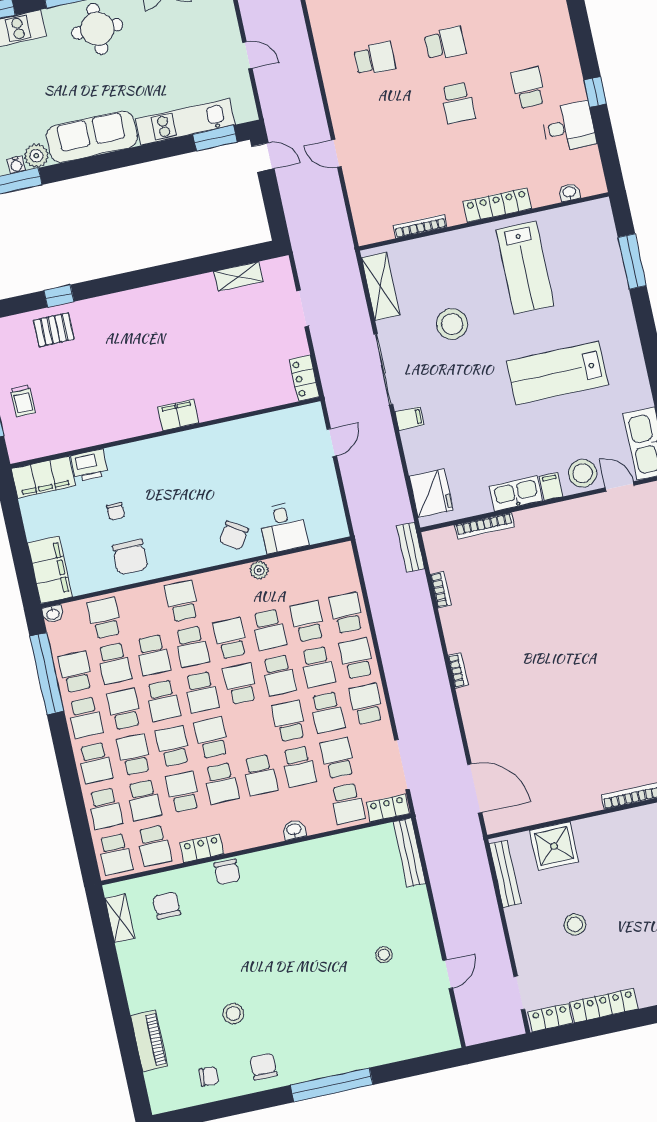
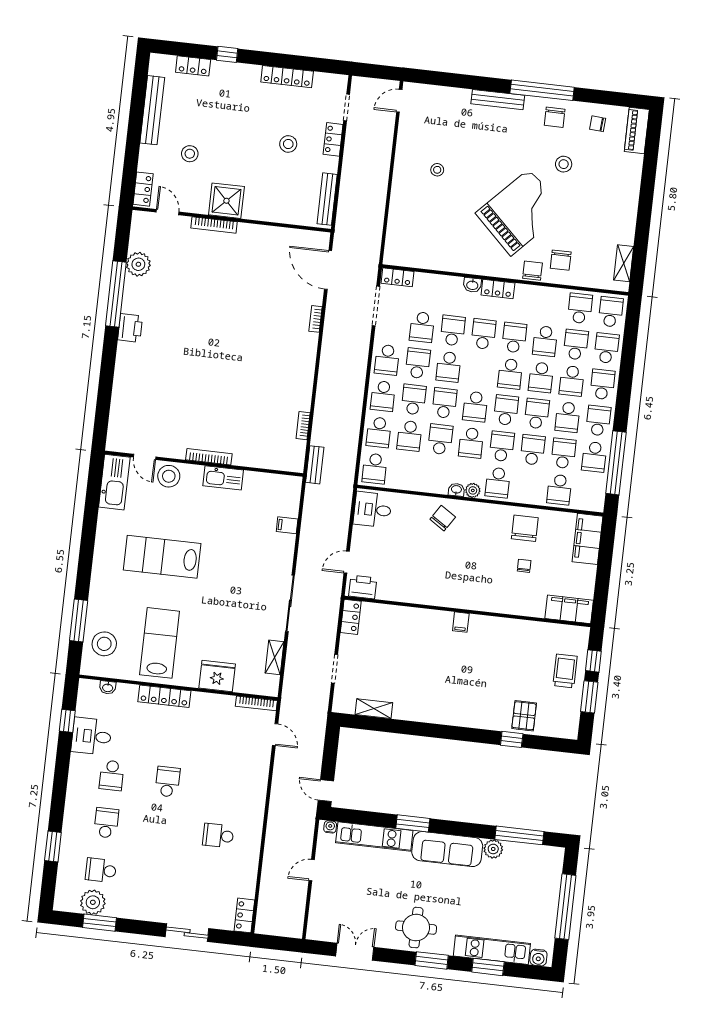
school desk: (445, 43) -> (106, 823), moved, turned 90
door: (247, 55) -> (312, 870), hinge flipped
window: (595, 92) -> (67, 721), moved
window: (215, 138) -> (413, 823), moved
door: (336, 153) -> (275, 735), moved
water cooler: (16, 165) -> (330, 827), moved
bookcase: (420, 226) -> (256, 703), moved
shelving: (381, 286) -> (275, 657), width x0.67, depth x0.75
stool: (452, 324) -> (104, 644), moved
pallet: (54, 330) -> (524, 716), turned 90
lab bench: (557, 373) -> (162, 557), turned 180
trolley: (23, 401) -> (565, 671), width x1.36, depth x1.39
filing cabinet: (178, 415) -> (461, 622), width x0.50
filing cabinet: (409, 419) -> (287, 525), moved
printer: (90, 465) -> (363, 587), moved
filing cabinet: (551, 487) -> (195, 474), removed
fridge: (431, 493) -> (217, 676), moved, turned 90
bookcase: (484, 526) -> (209, 457), moved
desk: (283, 527) -> (373, 510), moved, turned -90
plant: (259, 570) -> (473, 490), moved
washbasin: (53, 614) -> (456, 490), moved
bookcase: (458, 670) -> (315, 319), moved
school desk: (348, 804) -> (375, 469), moved, turned 180
shower: (554, 846) -> (226, 201), moved
locker: (202, 848) -> (498, 289), moved
bench: (409, 852) -> (498, 100), moved, turned 90
chair: (167, 906) -> (561, 260), moved
grand piano: (266, 937) -> (520, 212), added
door: (448, 974) -> (399, 101), moved
locker: (550, 1018) -> (333, 139), moved, turned 90
piano: (149, 1041) -> (637, 131), moved
window: (332, 1085) -> (542, 90), moved

